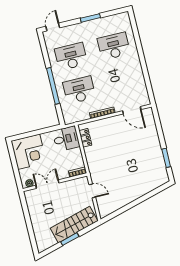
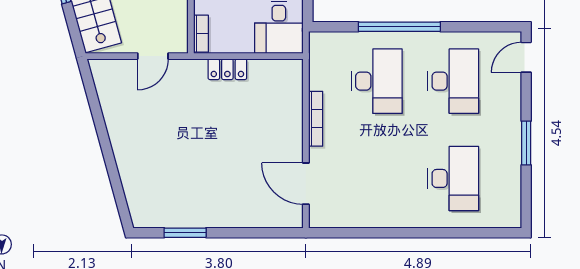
door: (53, 27) -> (526, 57), swing flipped
door: (132, 110) -> (306, 184), hinge flipped
locker: (85, 138) -> (227, 69), moved

